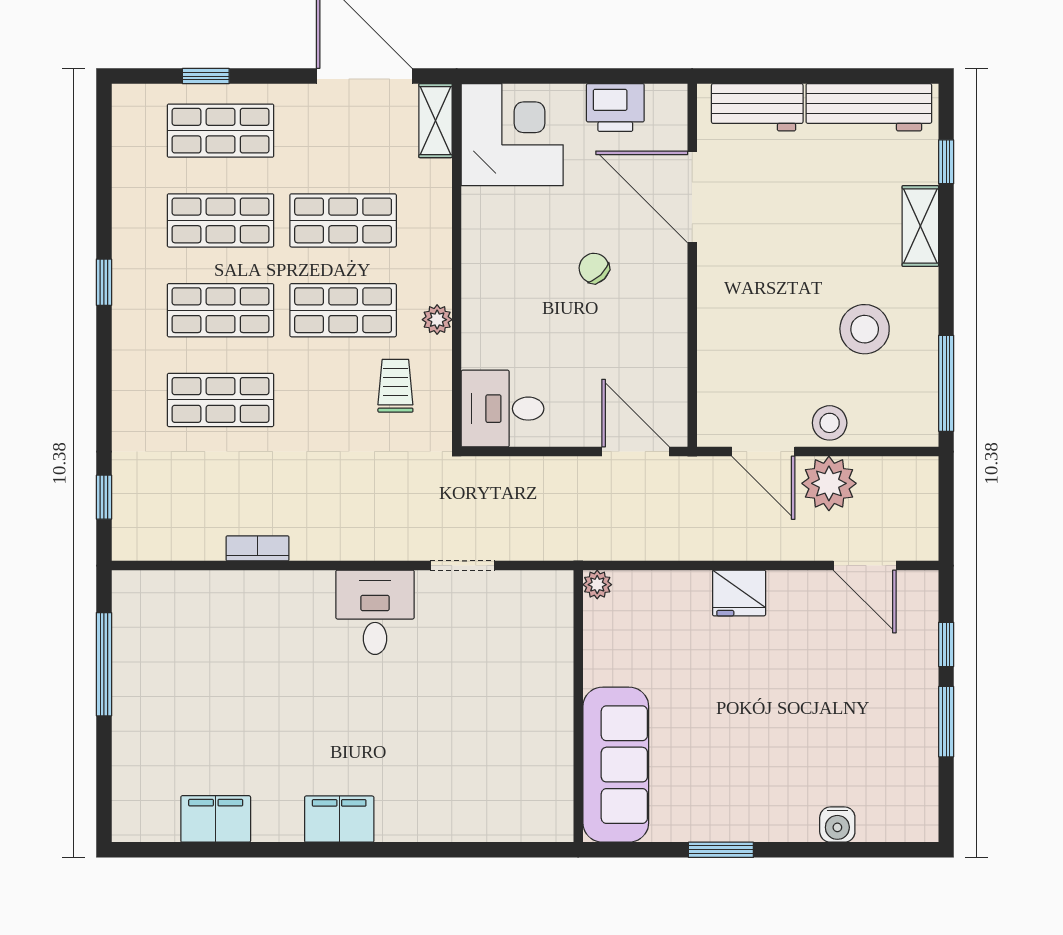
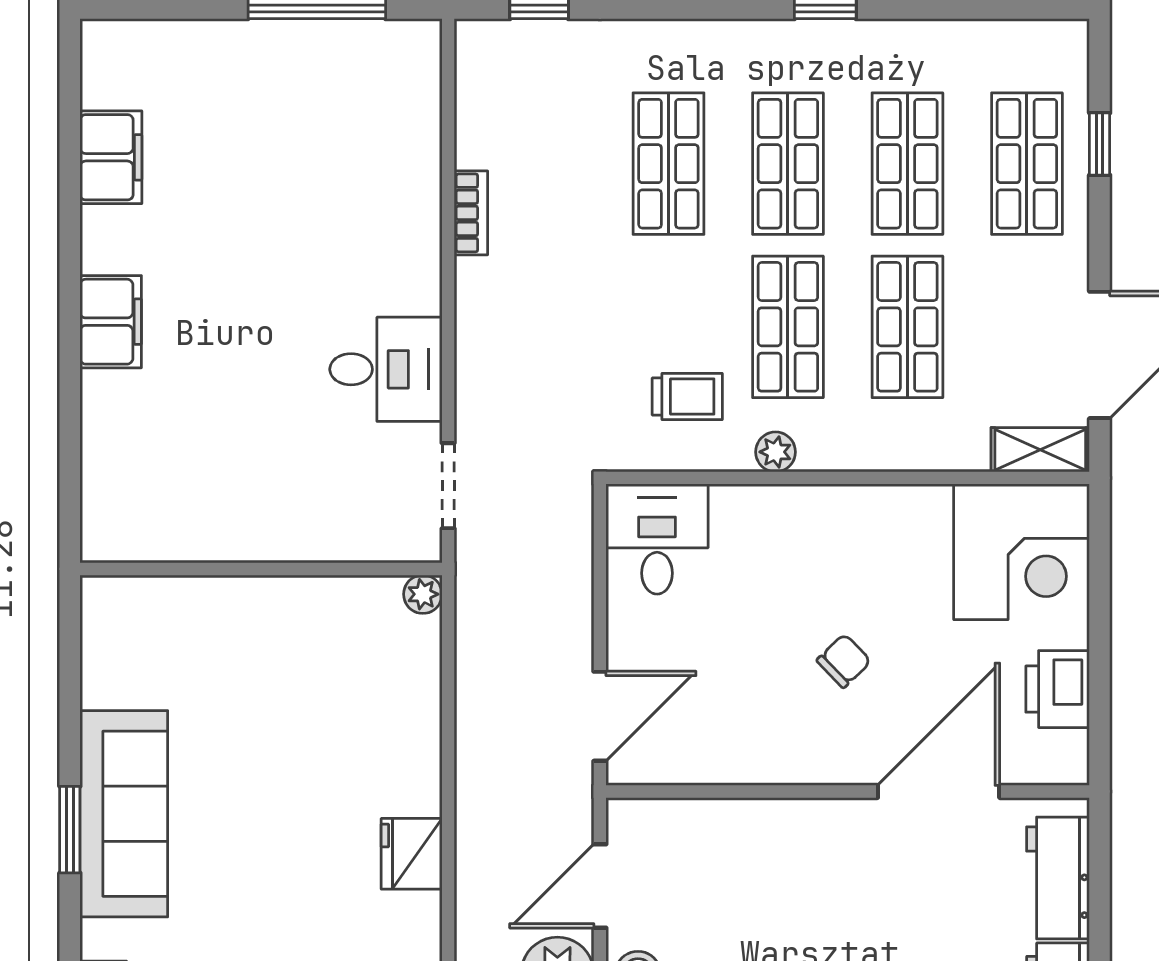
plant: (597, 585) -> (423, 594), moved
wall: (578, 706) -> (261, 569), moved
sofa: (616, 765) -> (124, 814), moved, turned -90

